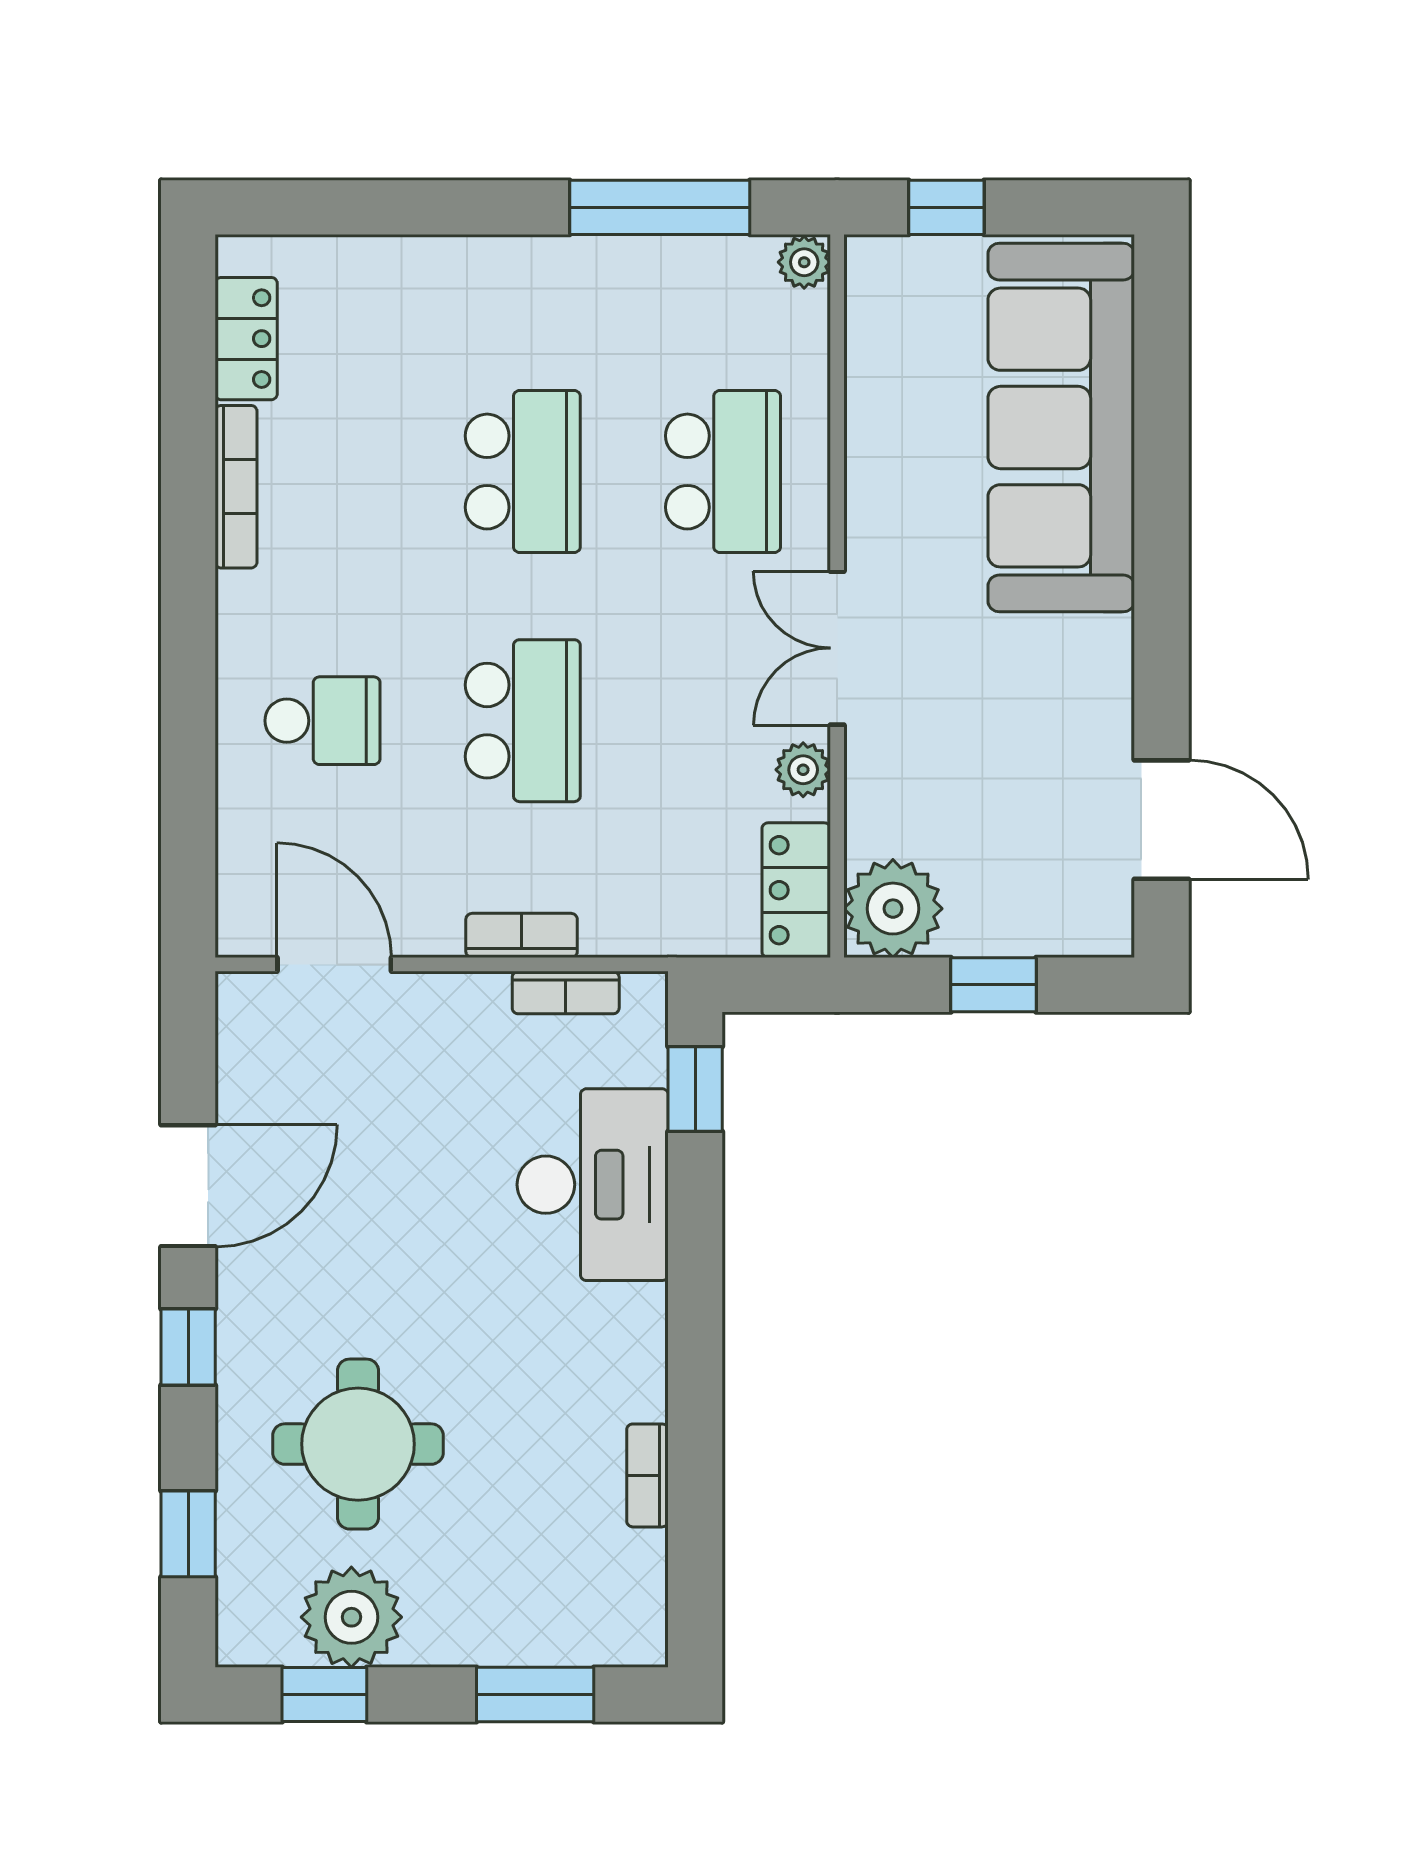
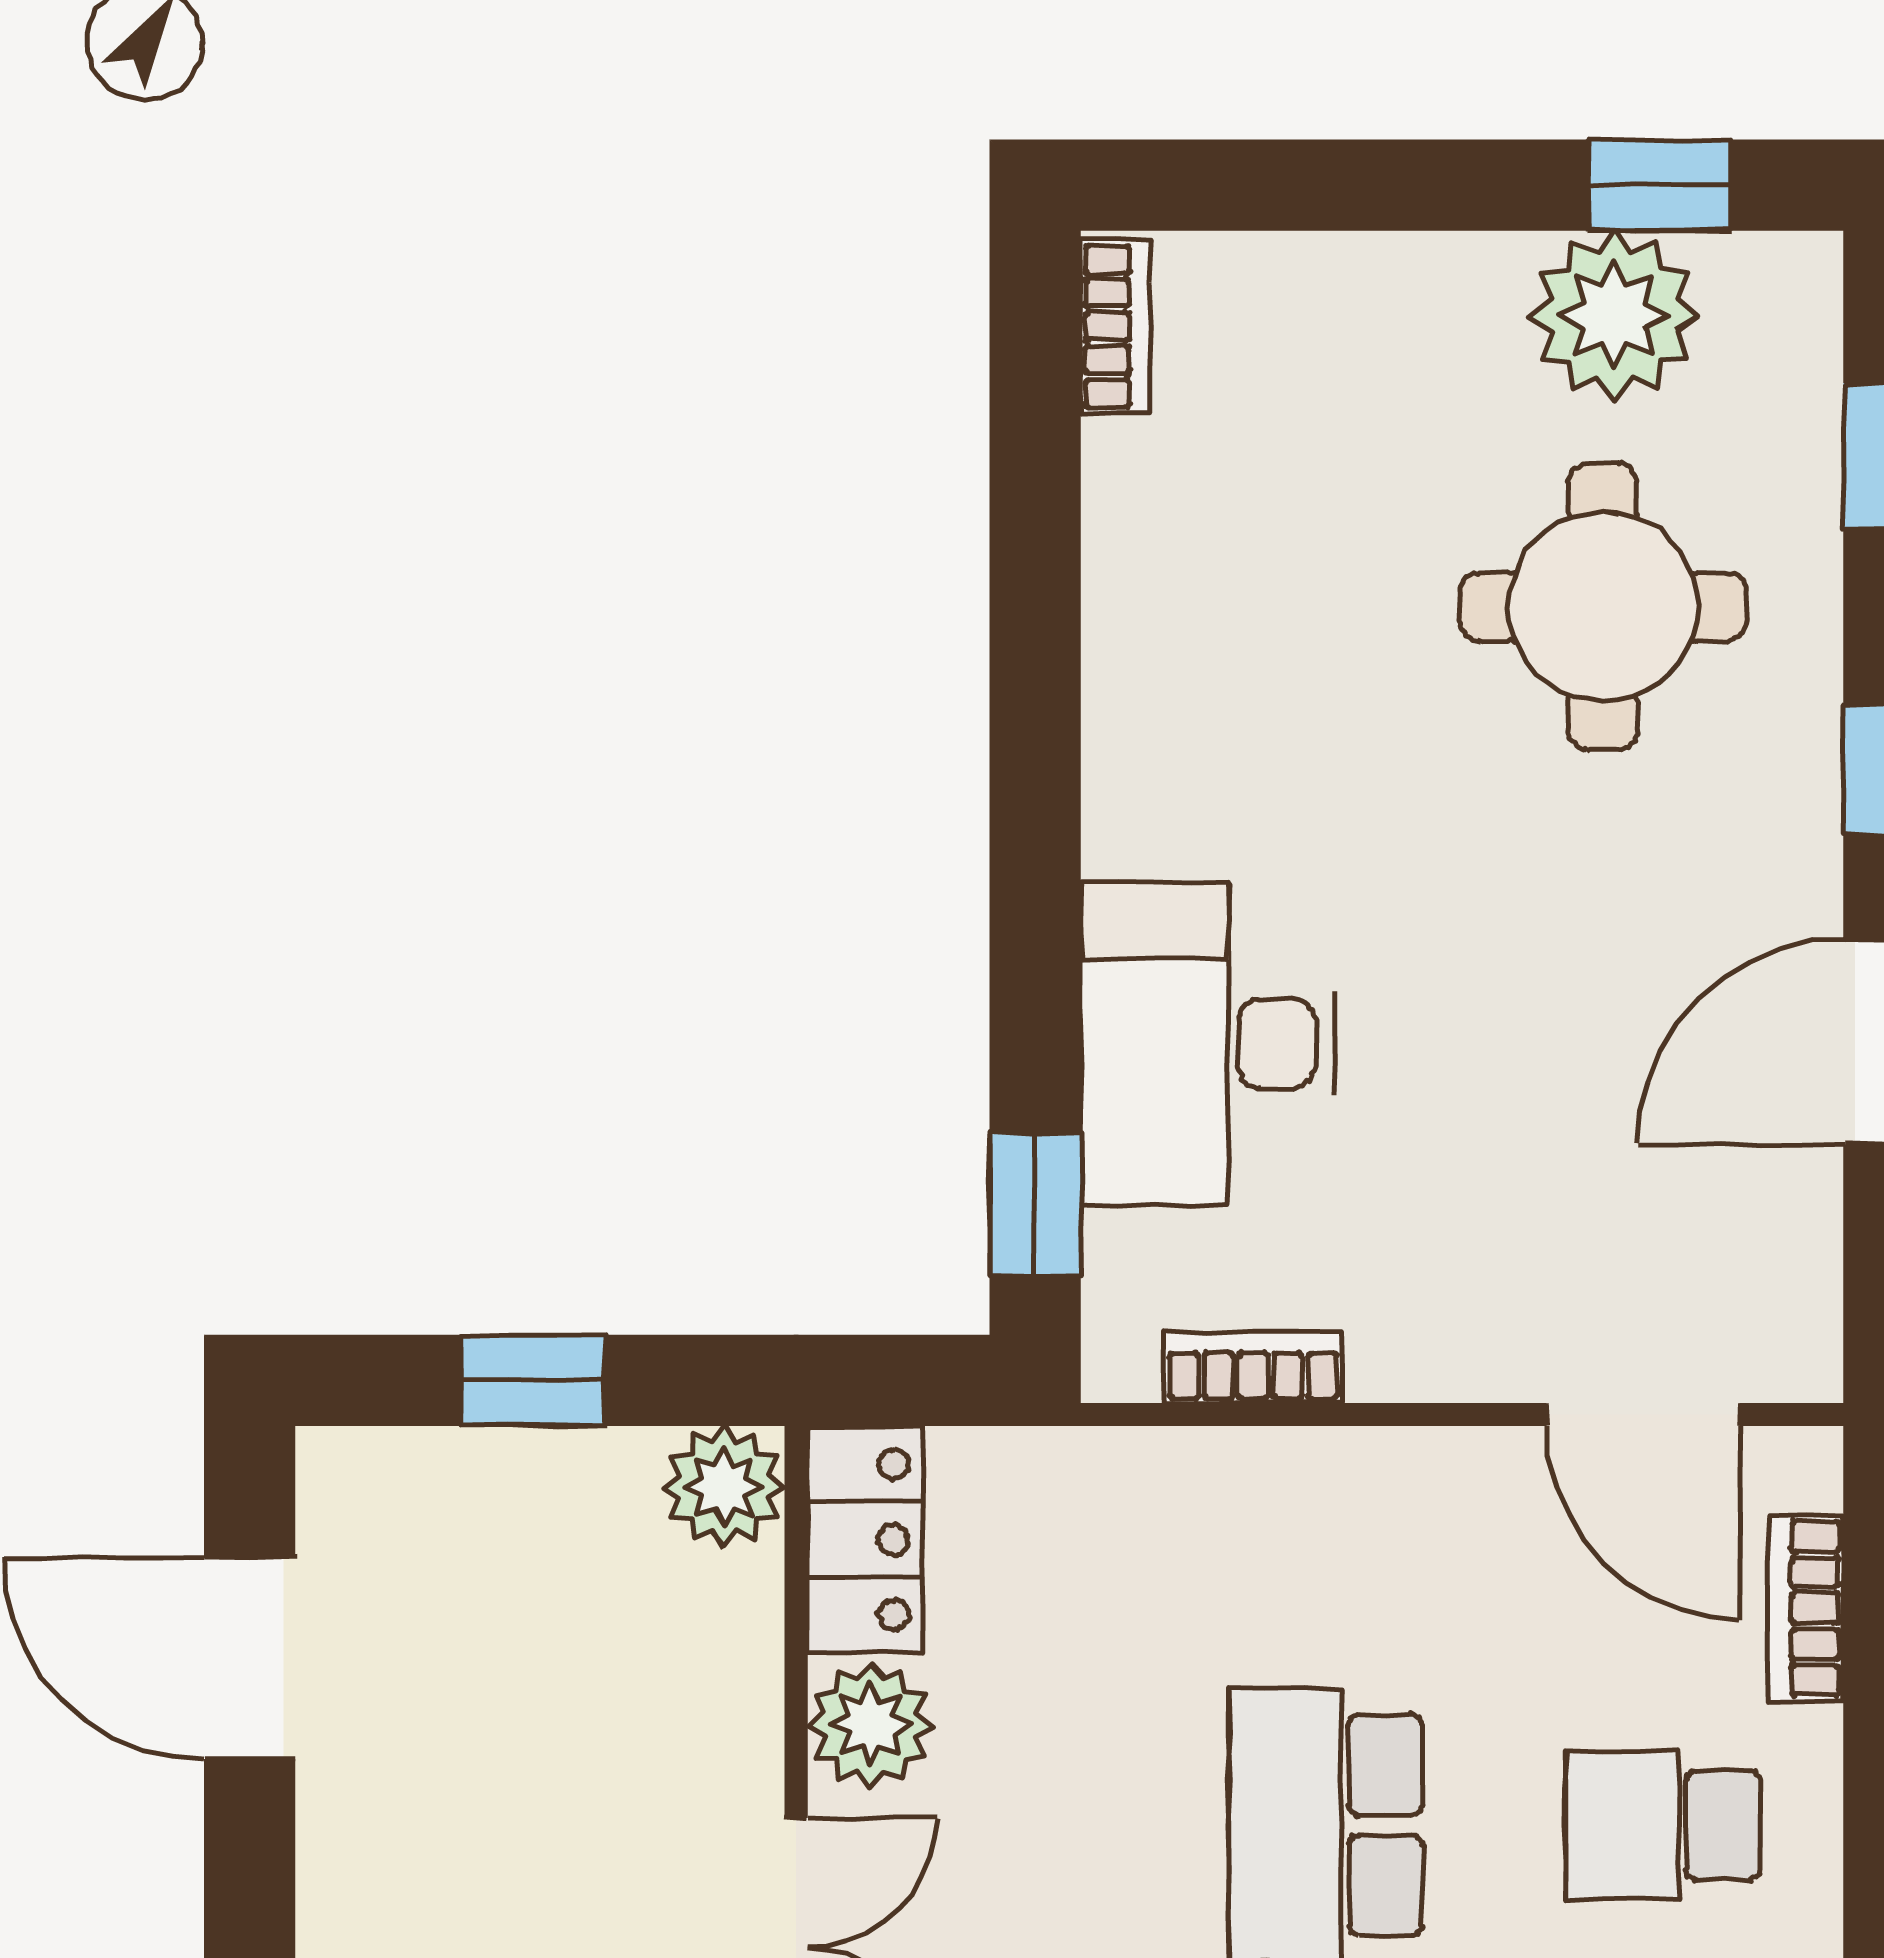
plant: (803, 770) -> (870, 1725), width x1.38, depth x1.38
plant: (893, 909) -> (724, 1487), width x0.73, depth x0.73
bookcase: (522, 935) -> (1806, 1608), moved, turned 90
bookcase: (647, 1475) -> (1116, 326), moved
window: (535, 1694) -> (1305, 185), removed

